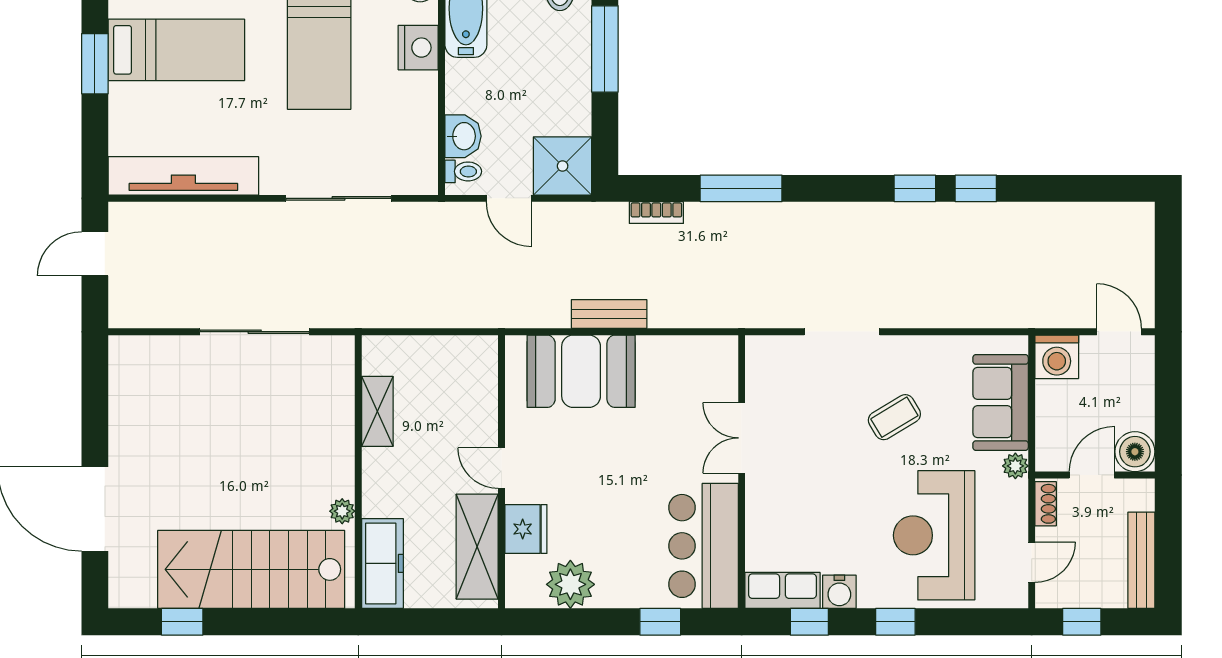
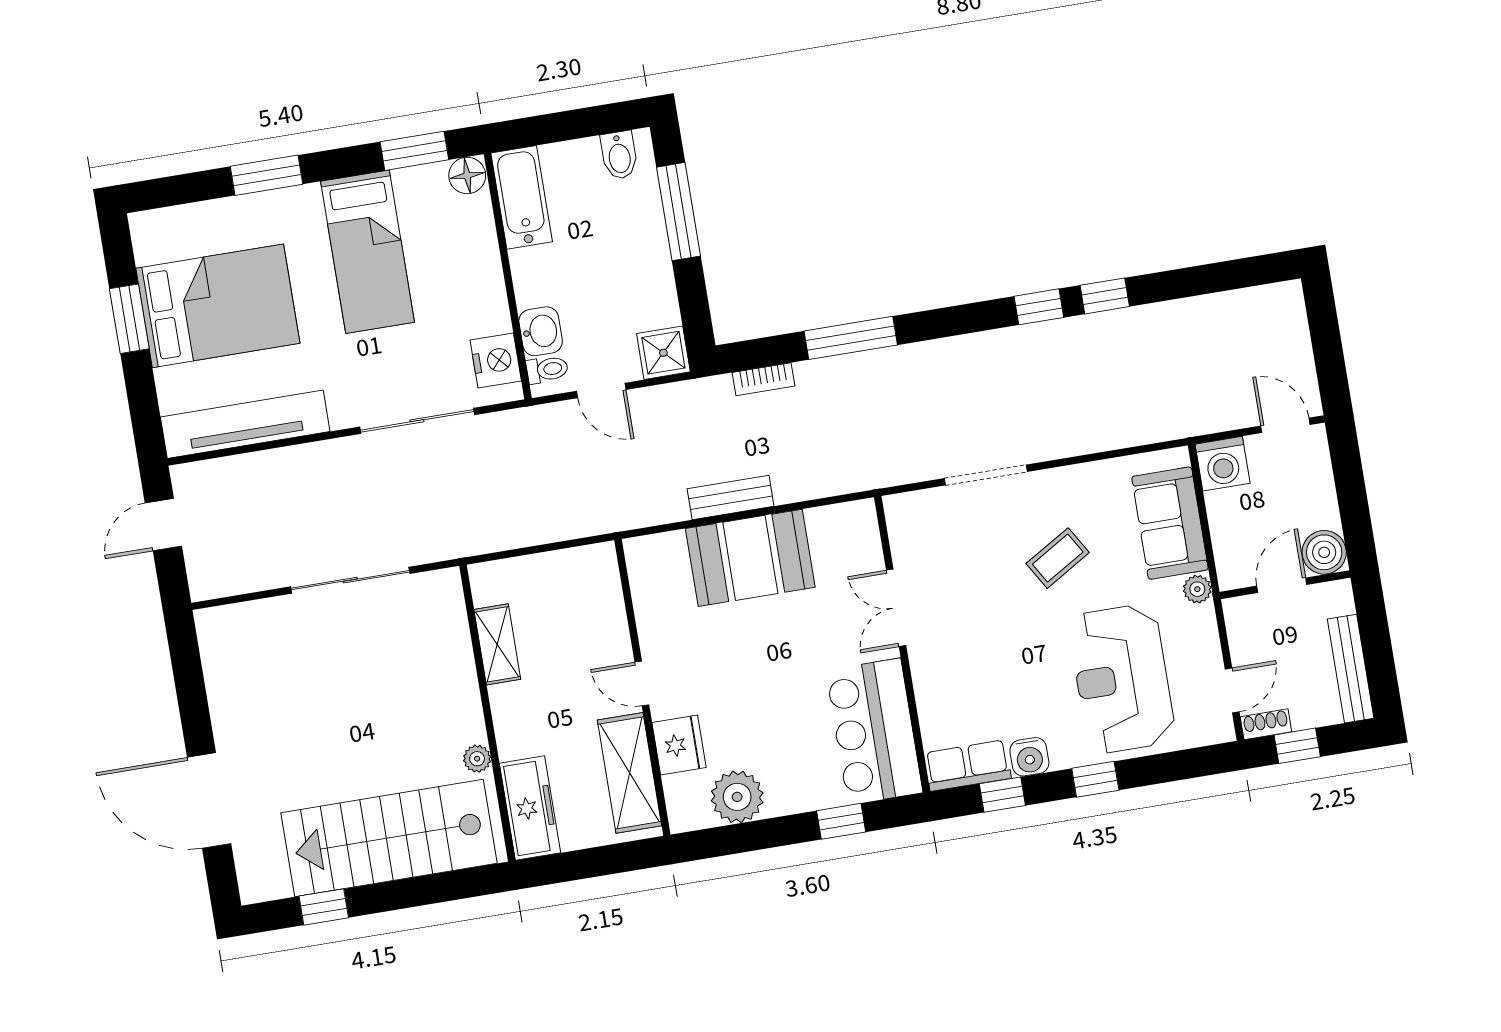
nightstand: (418, 48) -> (496, 360), moved
bed: (176, 50) -> (218, 306), width x1.50
shower: (563, 166) -> (663, 353), width x0.73, depth x0.73
booth: (581, 371) -> (750, 558), moved
shoe rack: (1046, 504) -> (1266, 724), moved, turned -90

